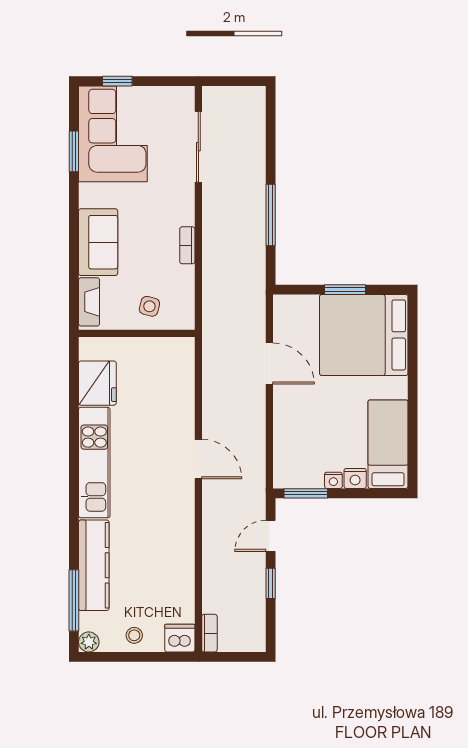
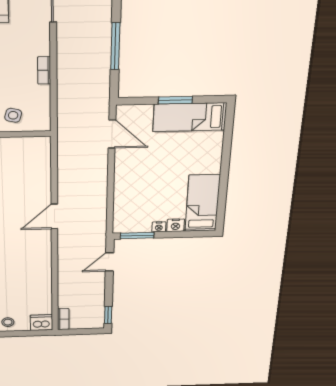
bed: (364, 335) -> (190, 117), width x0.49
door: (269, 364) -> (112, 134), moved
door: (198, 459) -> (54, 216), swing flipped
window: (271, 583) -> (108, 315), moved

